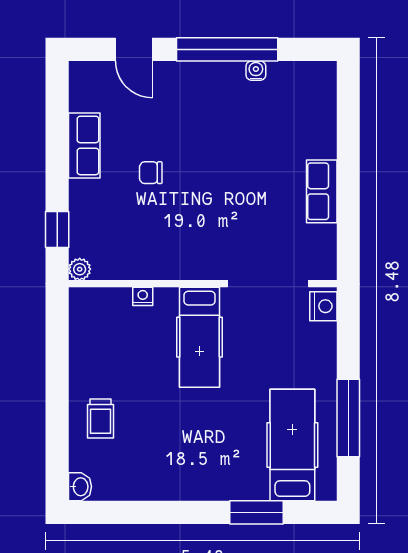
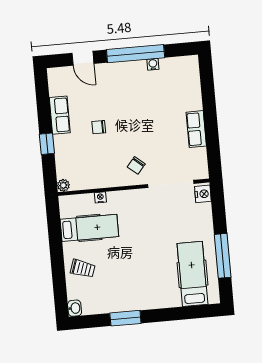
window: (57, 229) -> (47, 144), moved
chair: (211, 246) -> (136, 165), added
hospital bed: (200, 337) -> (89, 228), moved, turned -90
trolley: (100, 418) -> (83, 269), turned -71
window: (256, 512) -> (125, 318), moved

